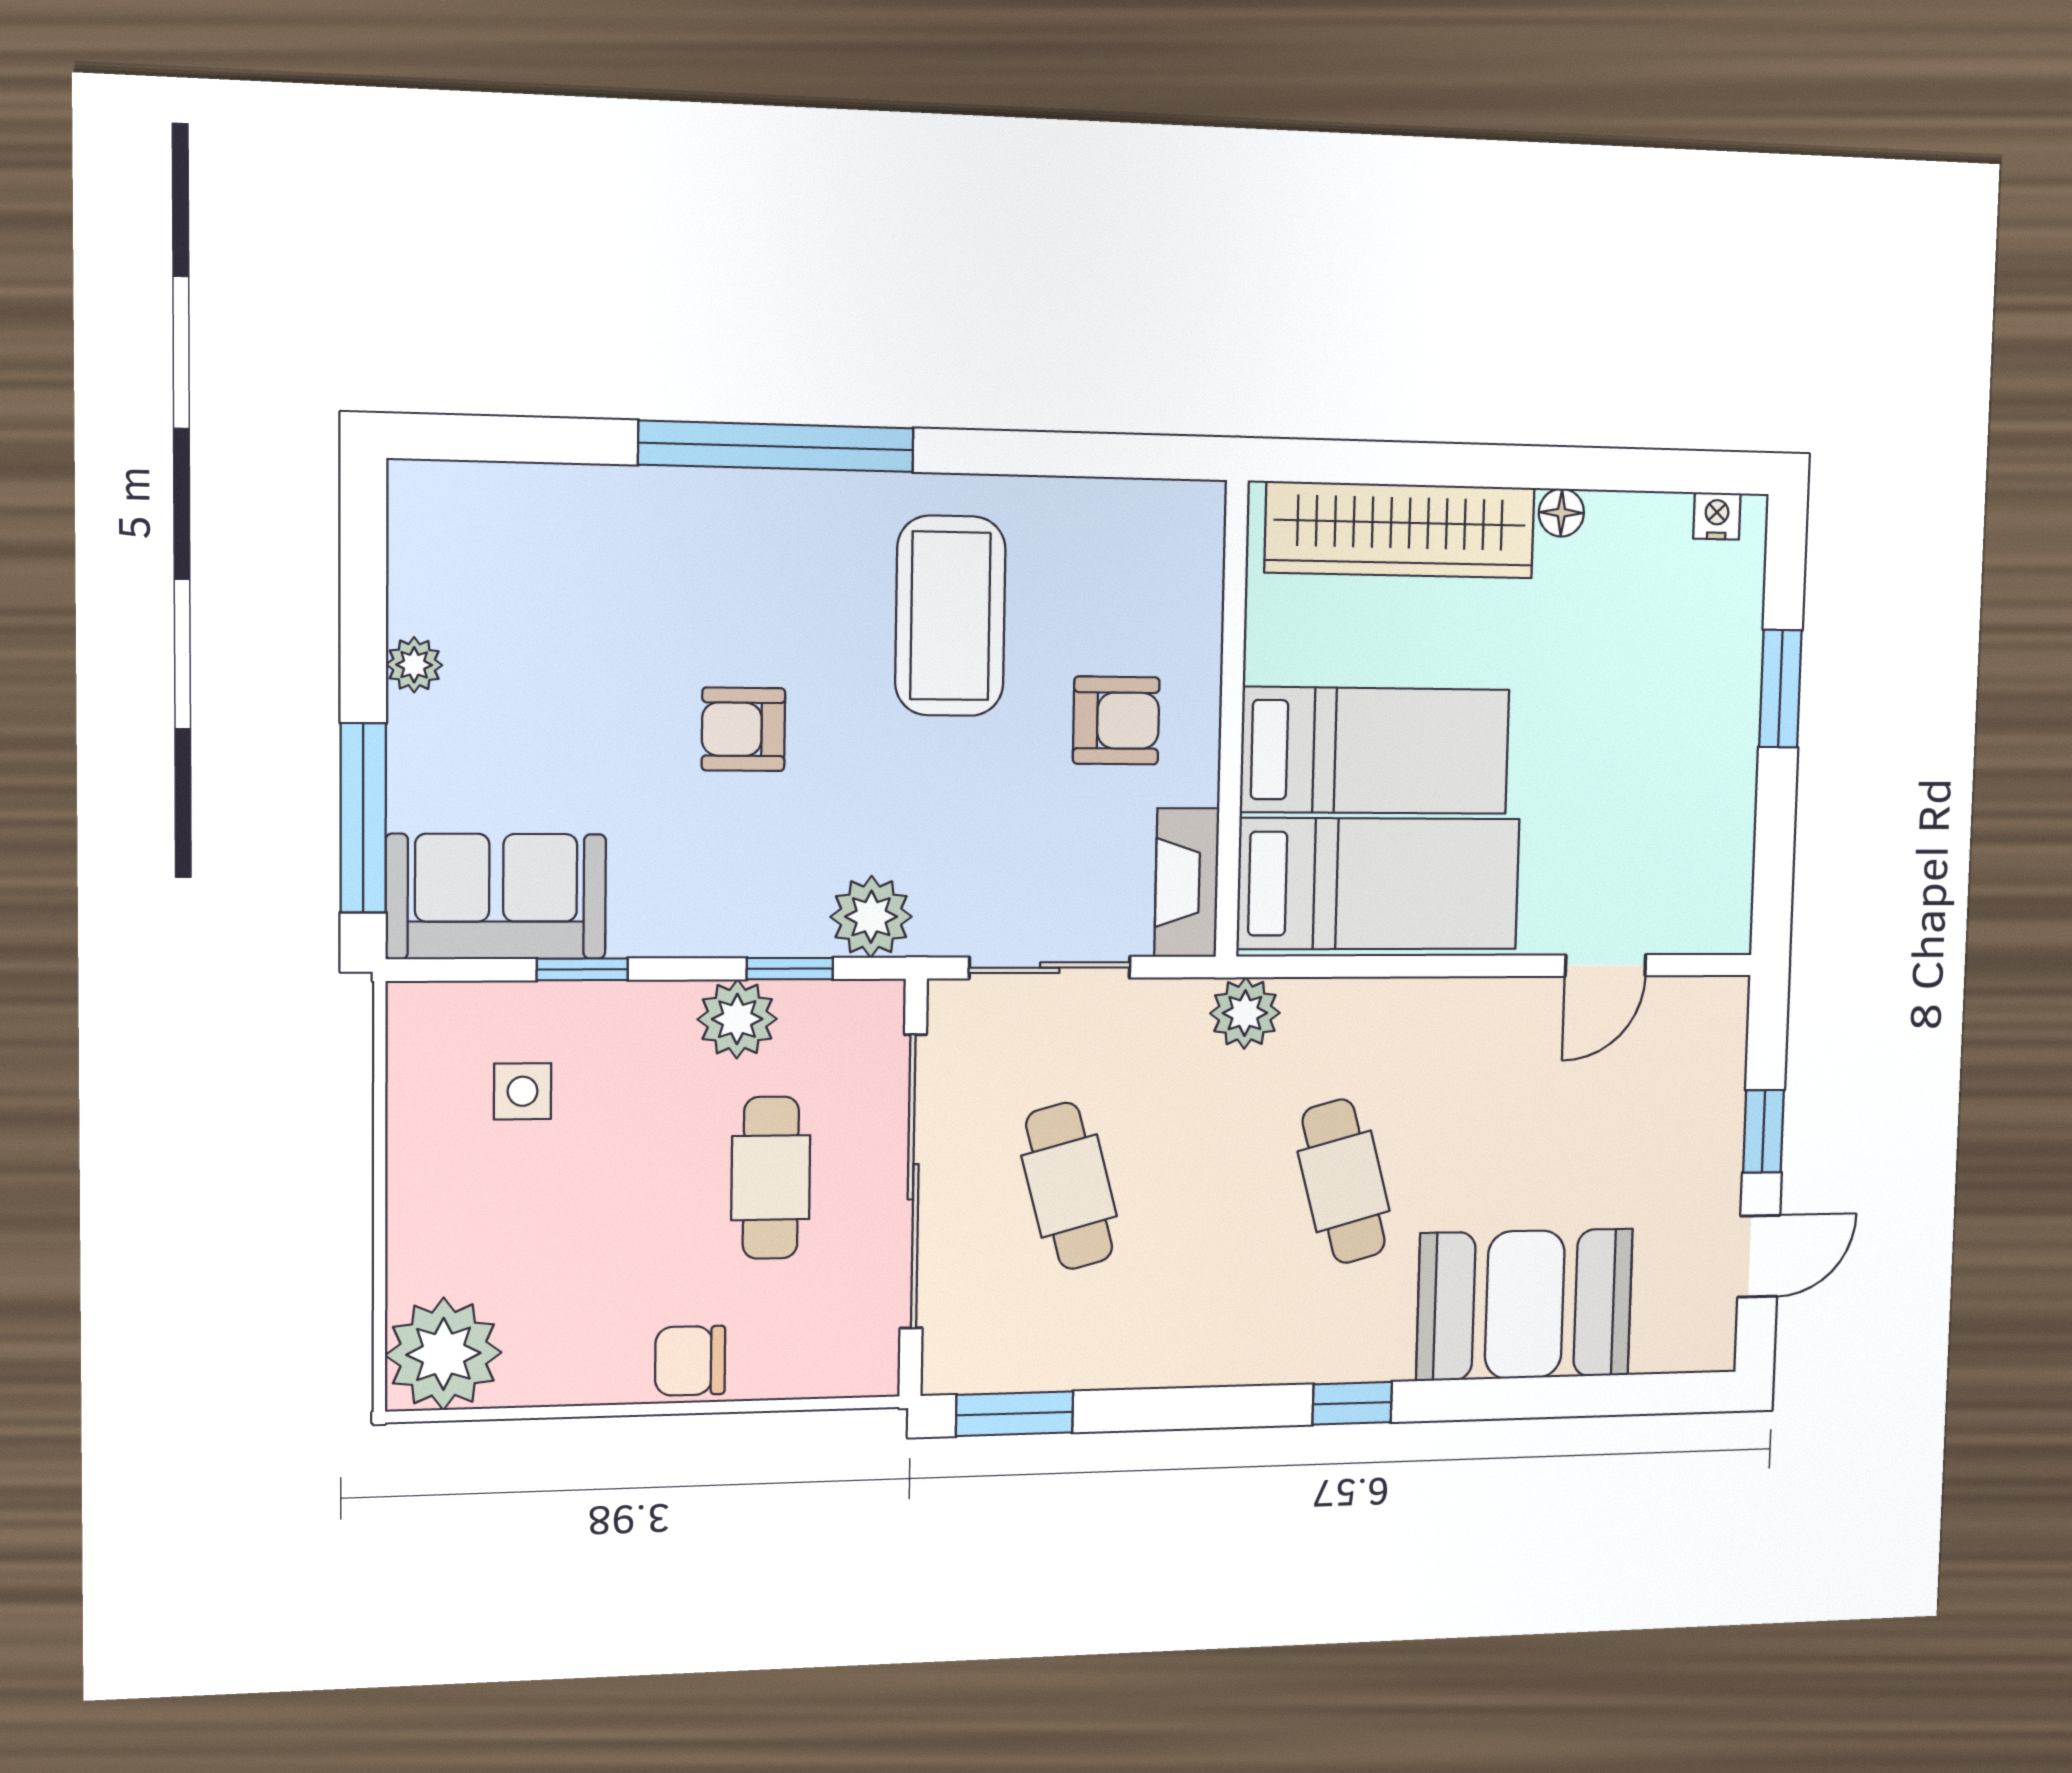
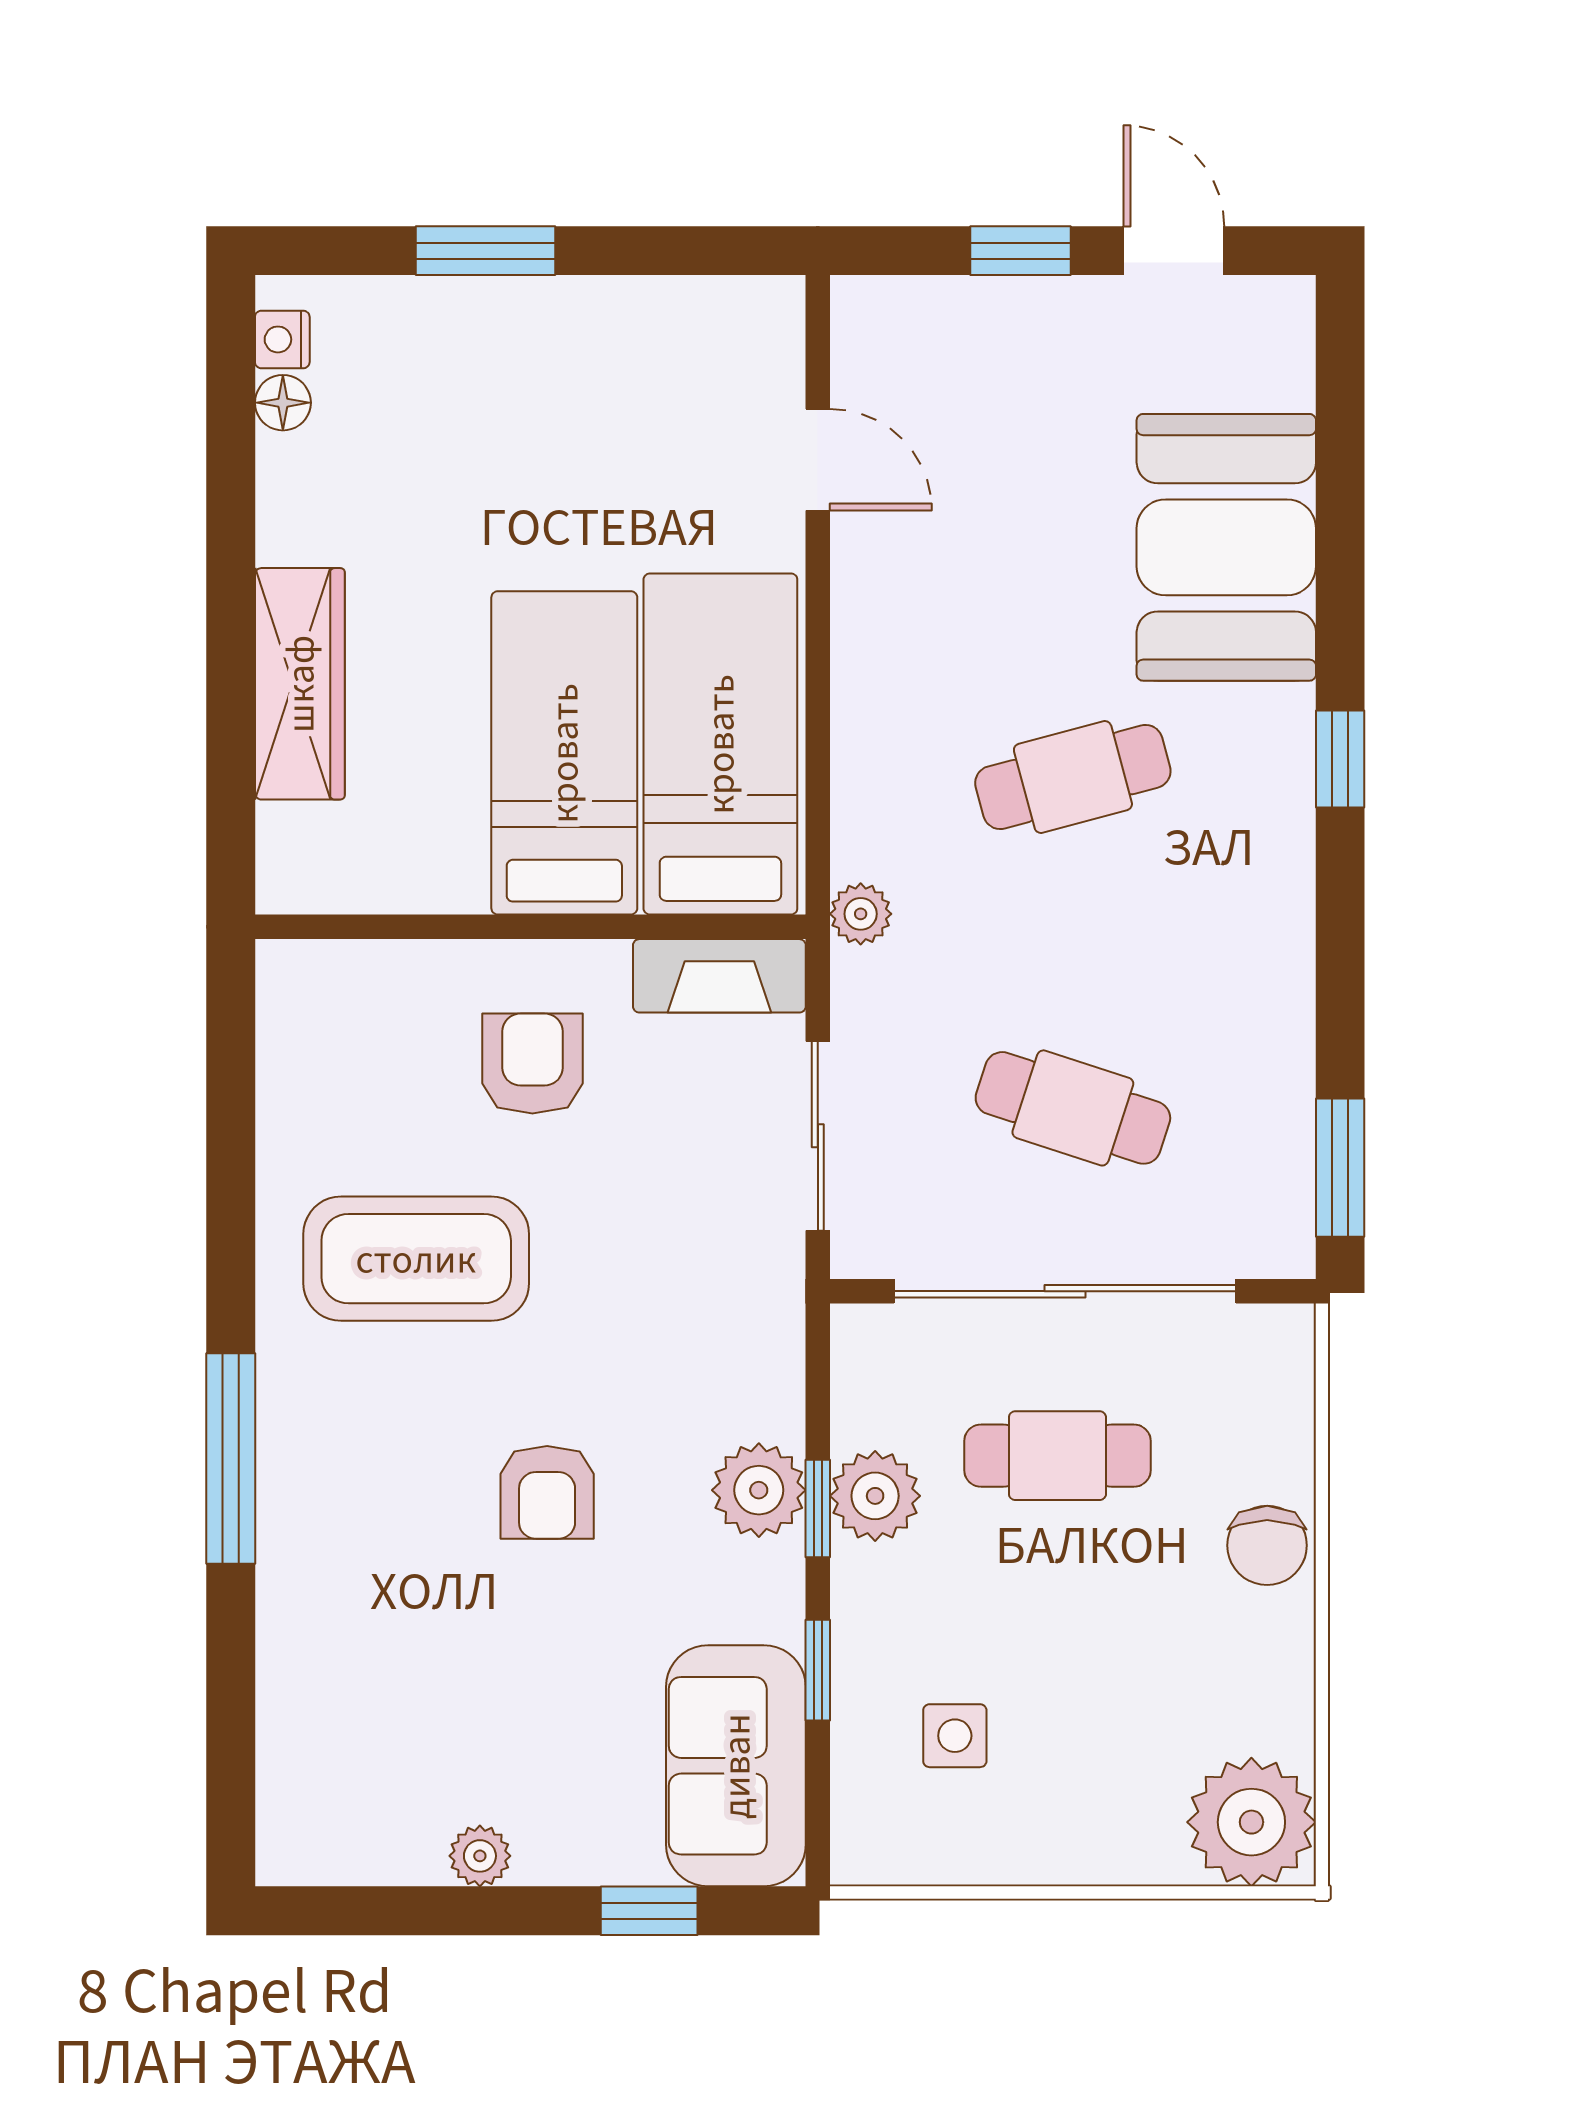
window: (777, 446) -> (231, 1459), width x0.68
floor lamp: (1561, 513) -> (283, 403), moved
wardrobe: (1400, 530) -> (300, 684), width x0.71, depth x0.85
window: (363, 818) -> (649, 1911), width x0.46
plant: (871, 917) -> (759, 1490), moved
window: (790, 969) -> (818, 1508), moved
plant: (1245, 1013) -> (861, 914), width x0.73, depth x0.73
cafe table: (1069, 1186) -> (1073, 1108), turned 33

